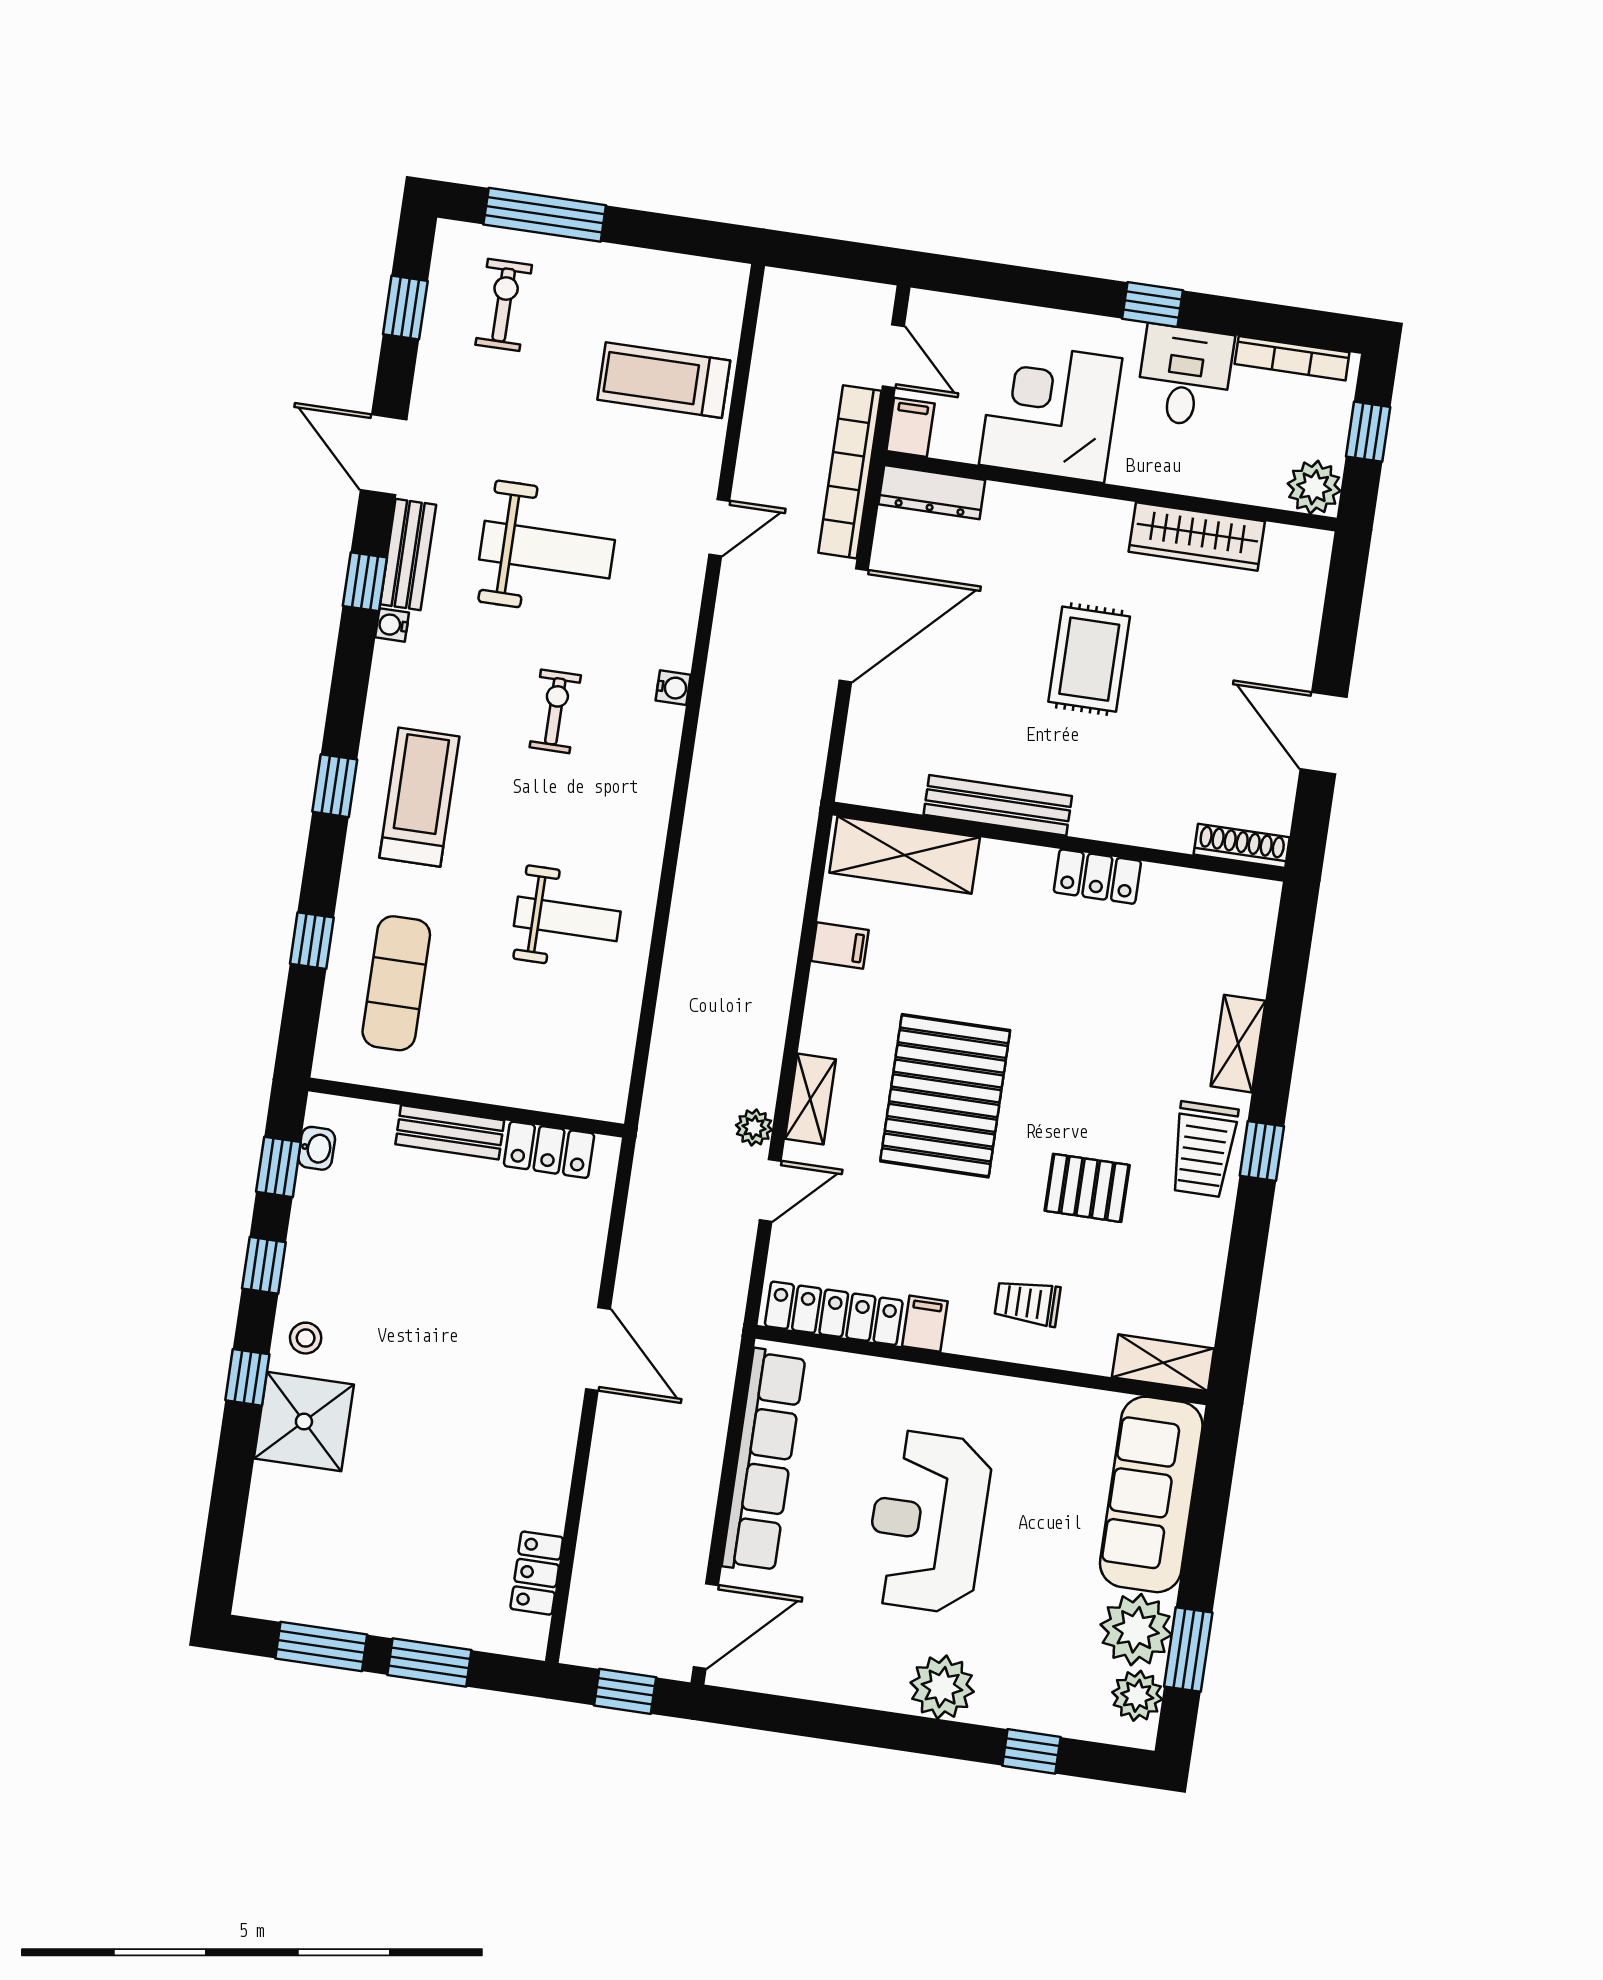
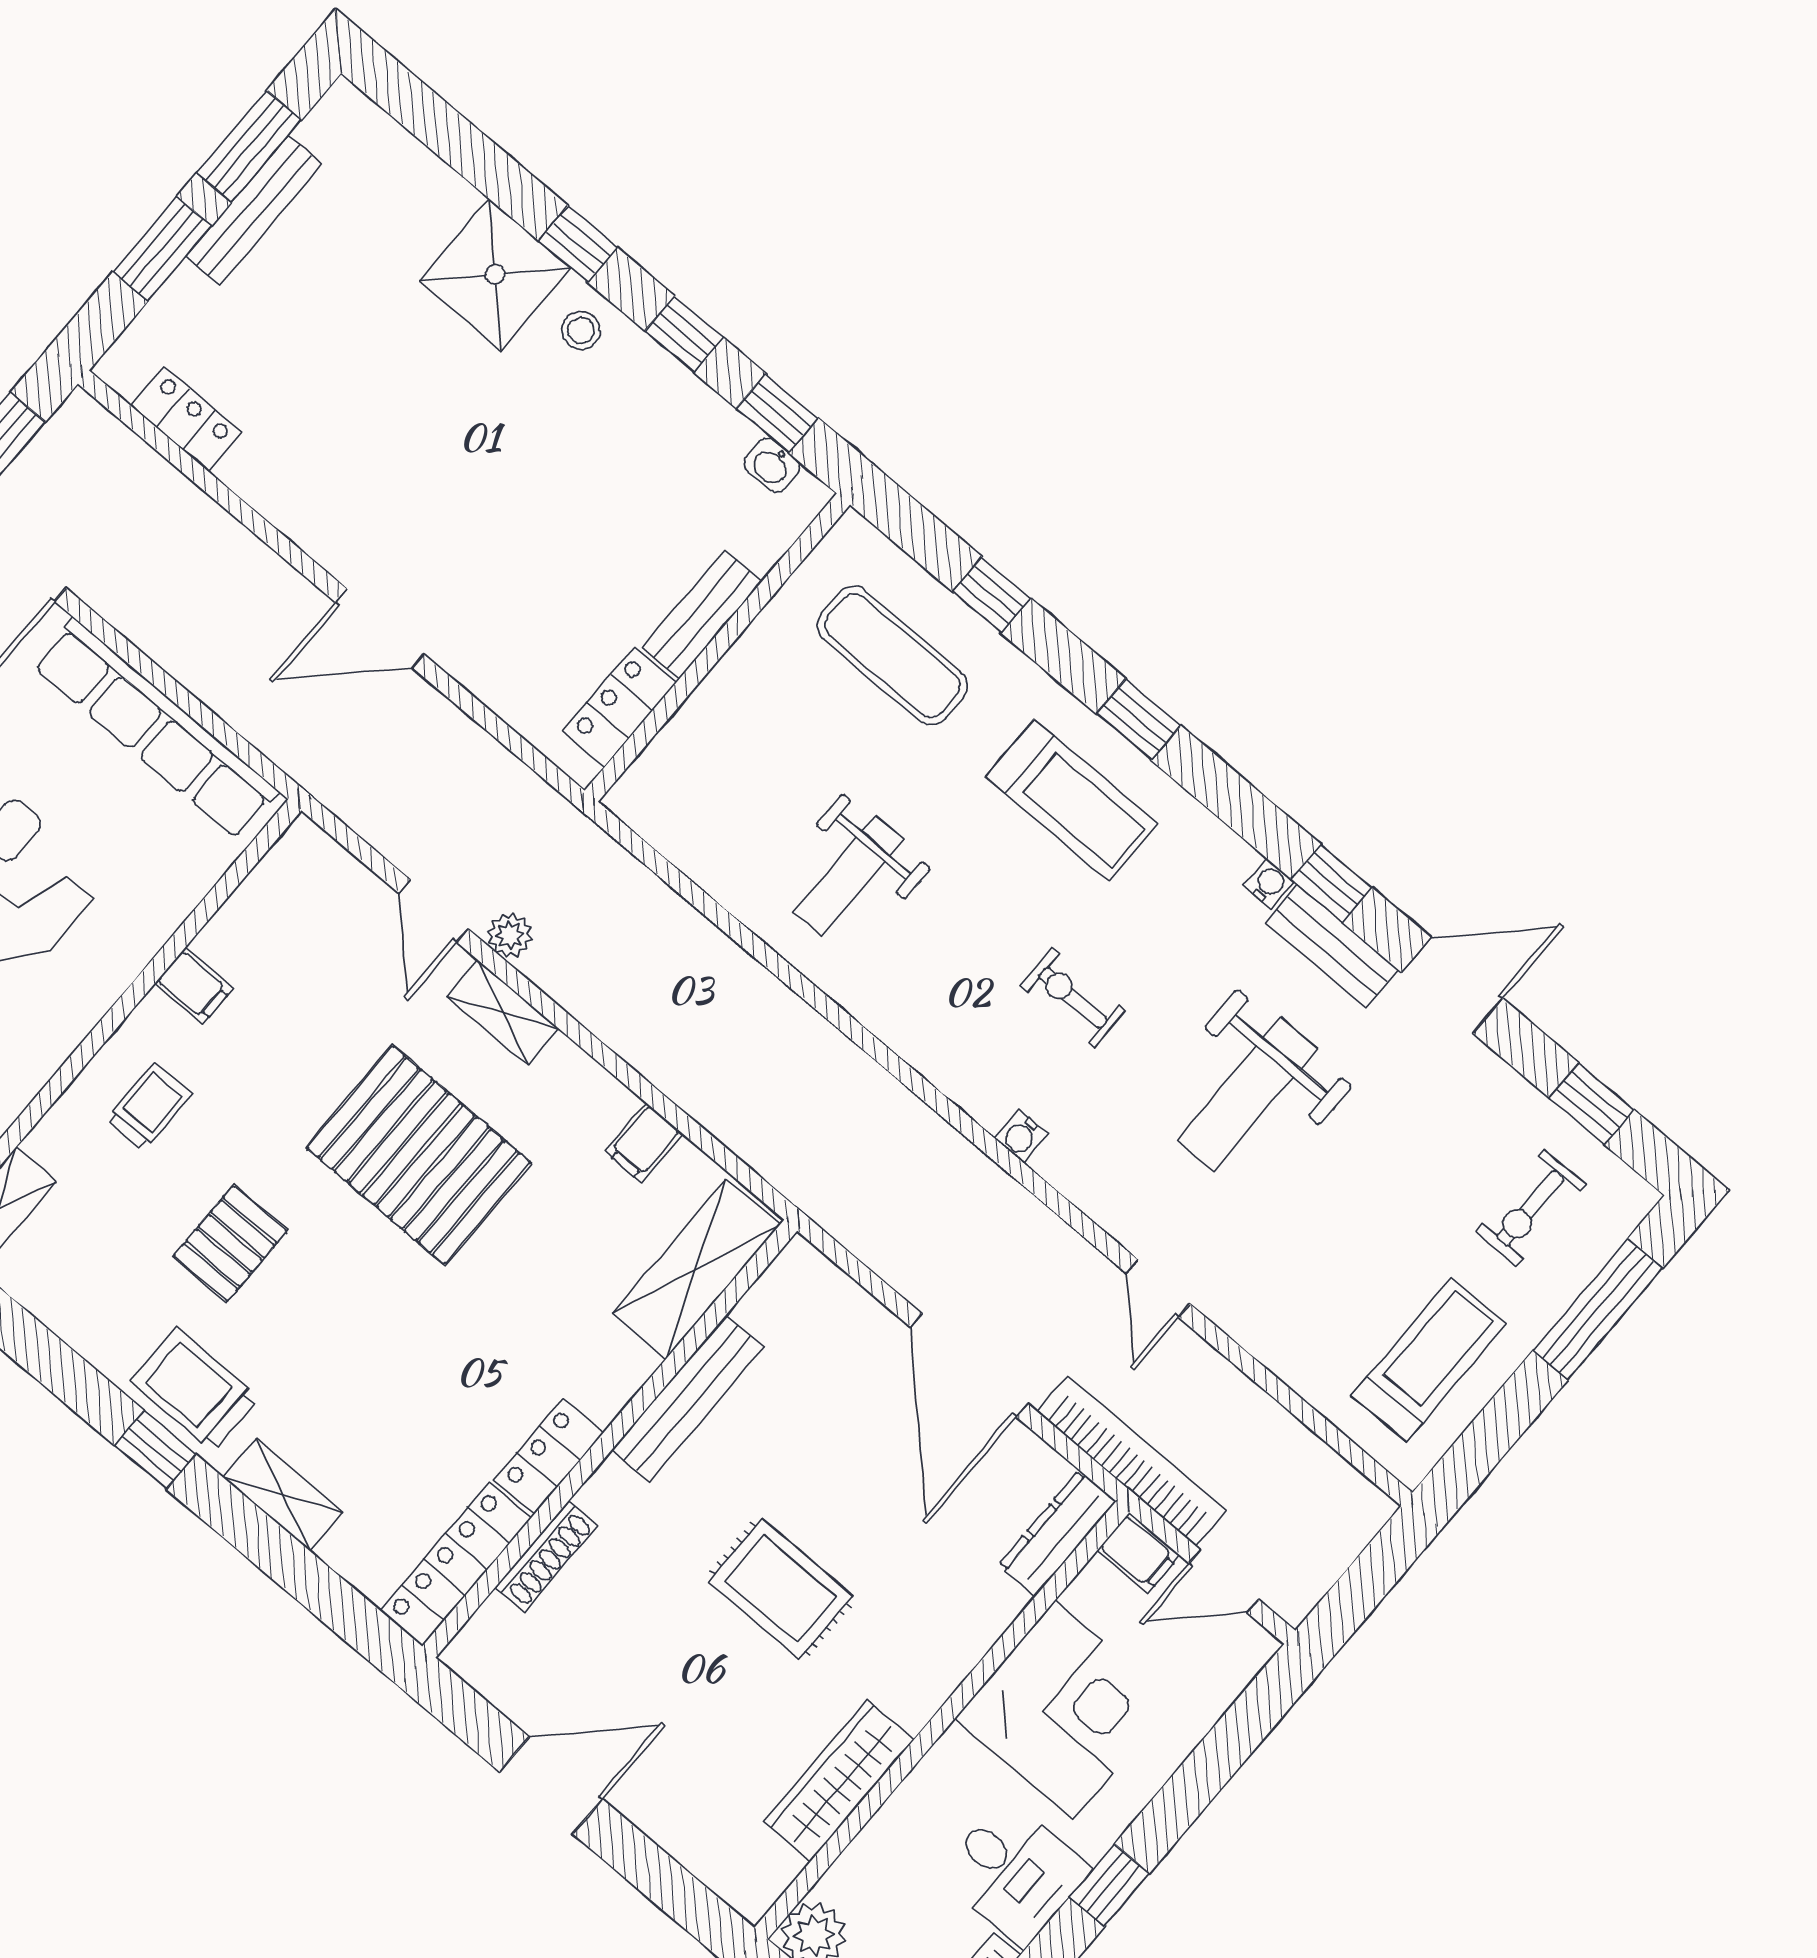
exercise bike: (504, 305) -> (1530, 1208), turned 90
treadmill: (664, 380) -> (1429, 1360), moved
exercise bike: (555, 711) -> (1073, 998), turned 180
shoe rack: (1242, 846) -> (546, 1556), moved
locker: (834, 1313) -> (456, 1564), moved, turned 180
bench: (363, 1616) -> (254, 210), added

